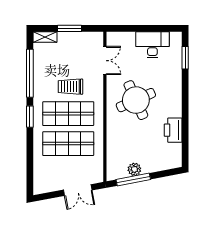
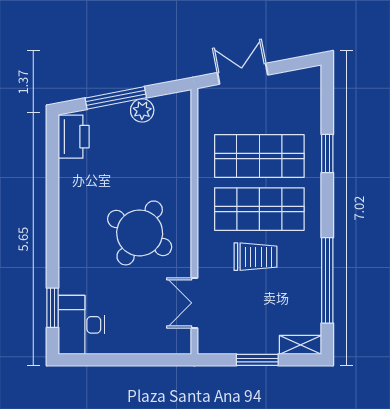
desk: (152, 45) -> (81, 325), moved, turned 90
round table: (136, 100) -> (140, 233), turned -35
window: (30, 117) -> (327, 154), moved
printer: (173, 130) -> (74, 137), moved
window: (133, 179) -> (116, 98), moved

